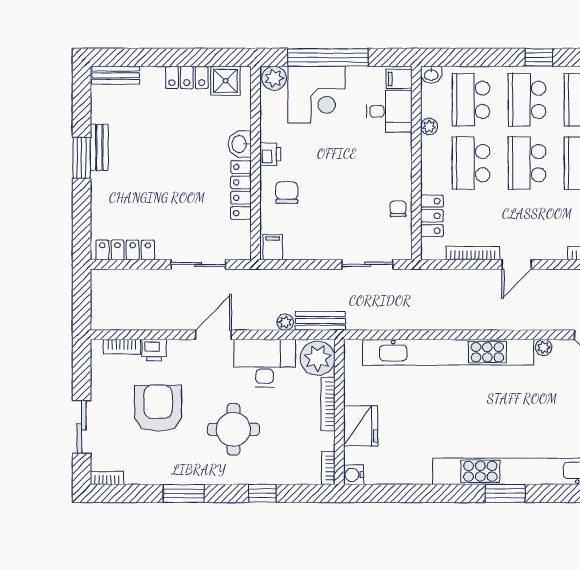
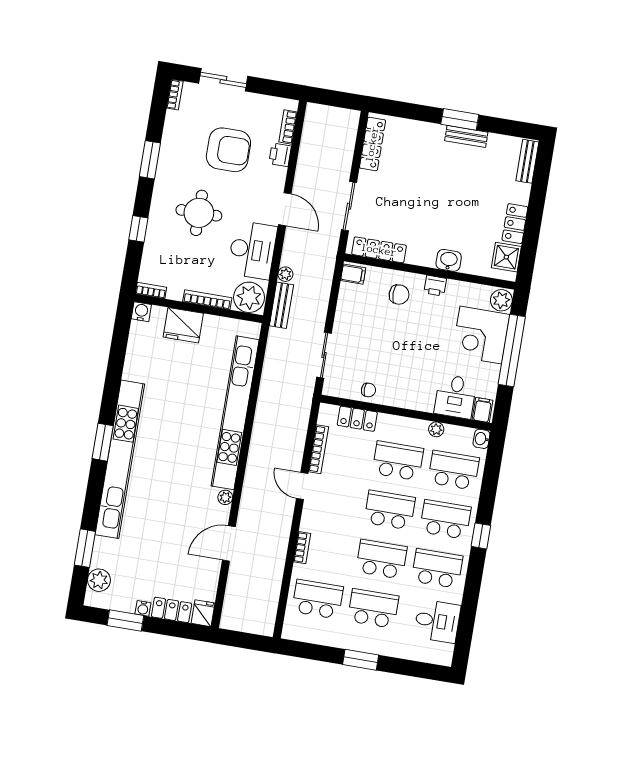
locker: (241, 190) -> (379, 250), moved

